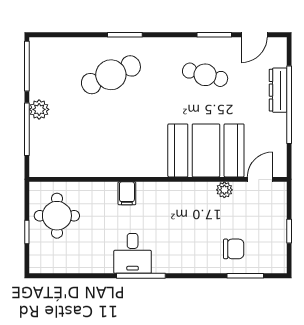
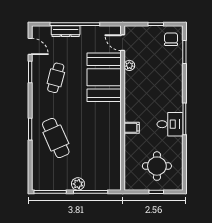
round table: (57, 216) -> (157, 166), moved
chair: (234, 249) -> (171, 39), moved

